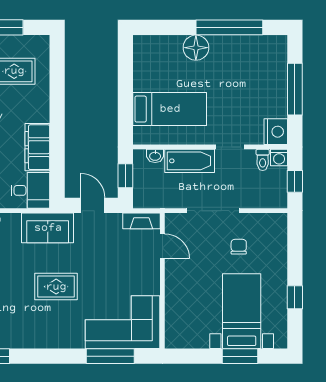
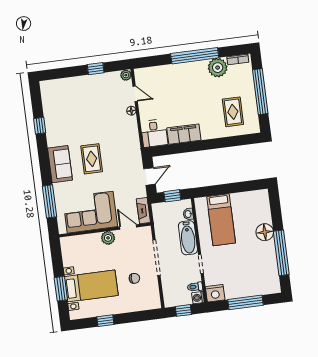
sofa: (48, 228) -> (60, 164), moved, turned 180
door: (162, 246) -> (128, 227), swing flipped
plant: (175, 278) -> (108, 238), added
corner sofa: (122, 322) -> (90, 212), moved, turned -90

